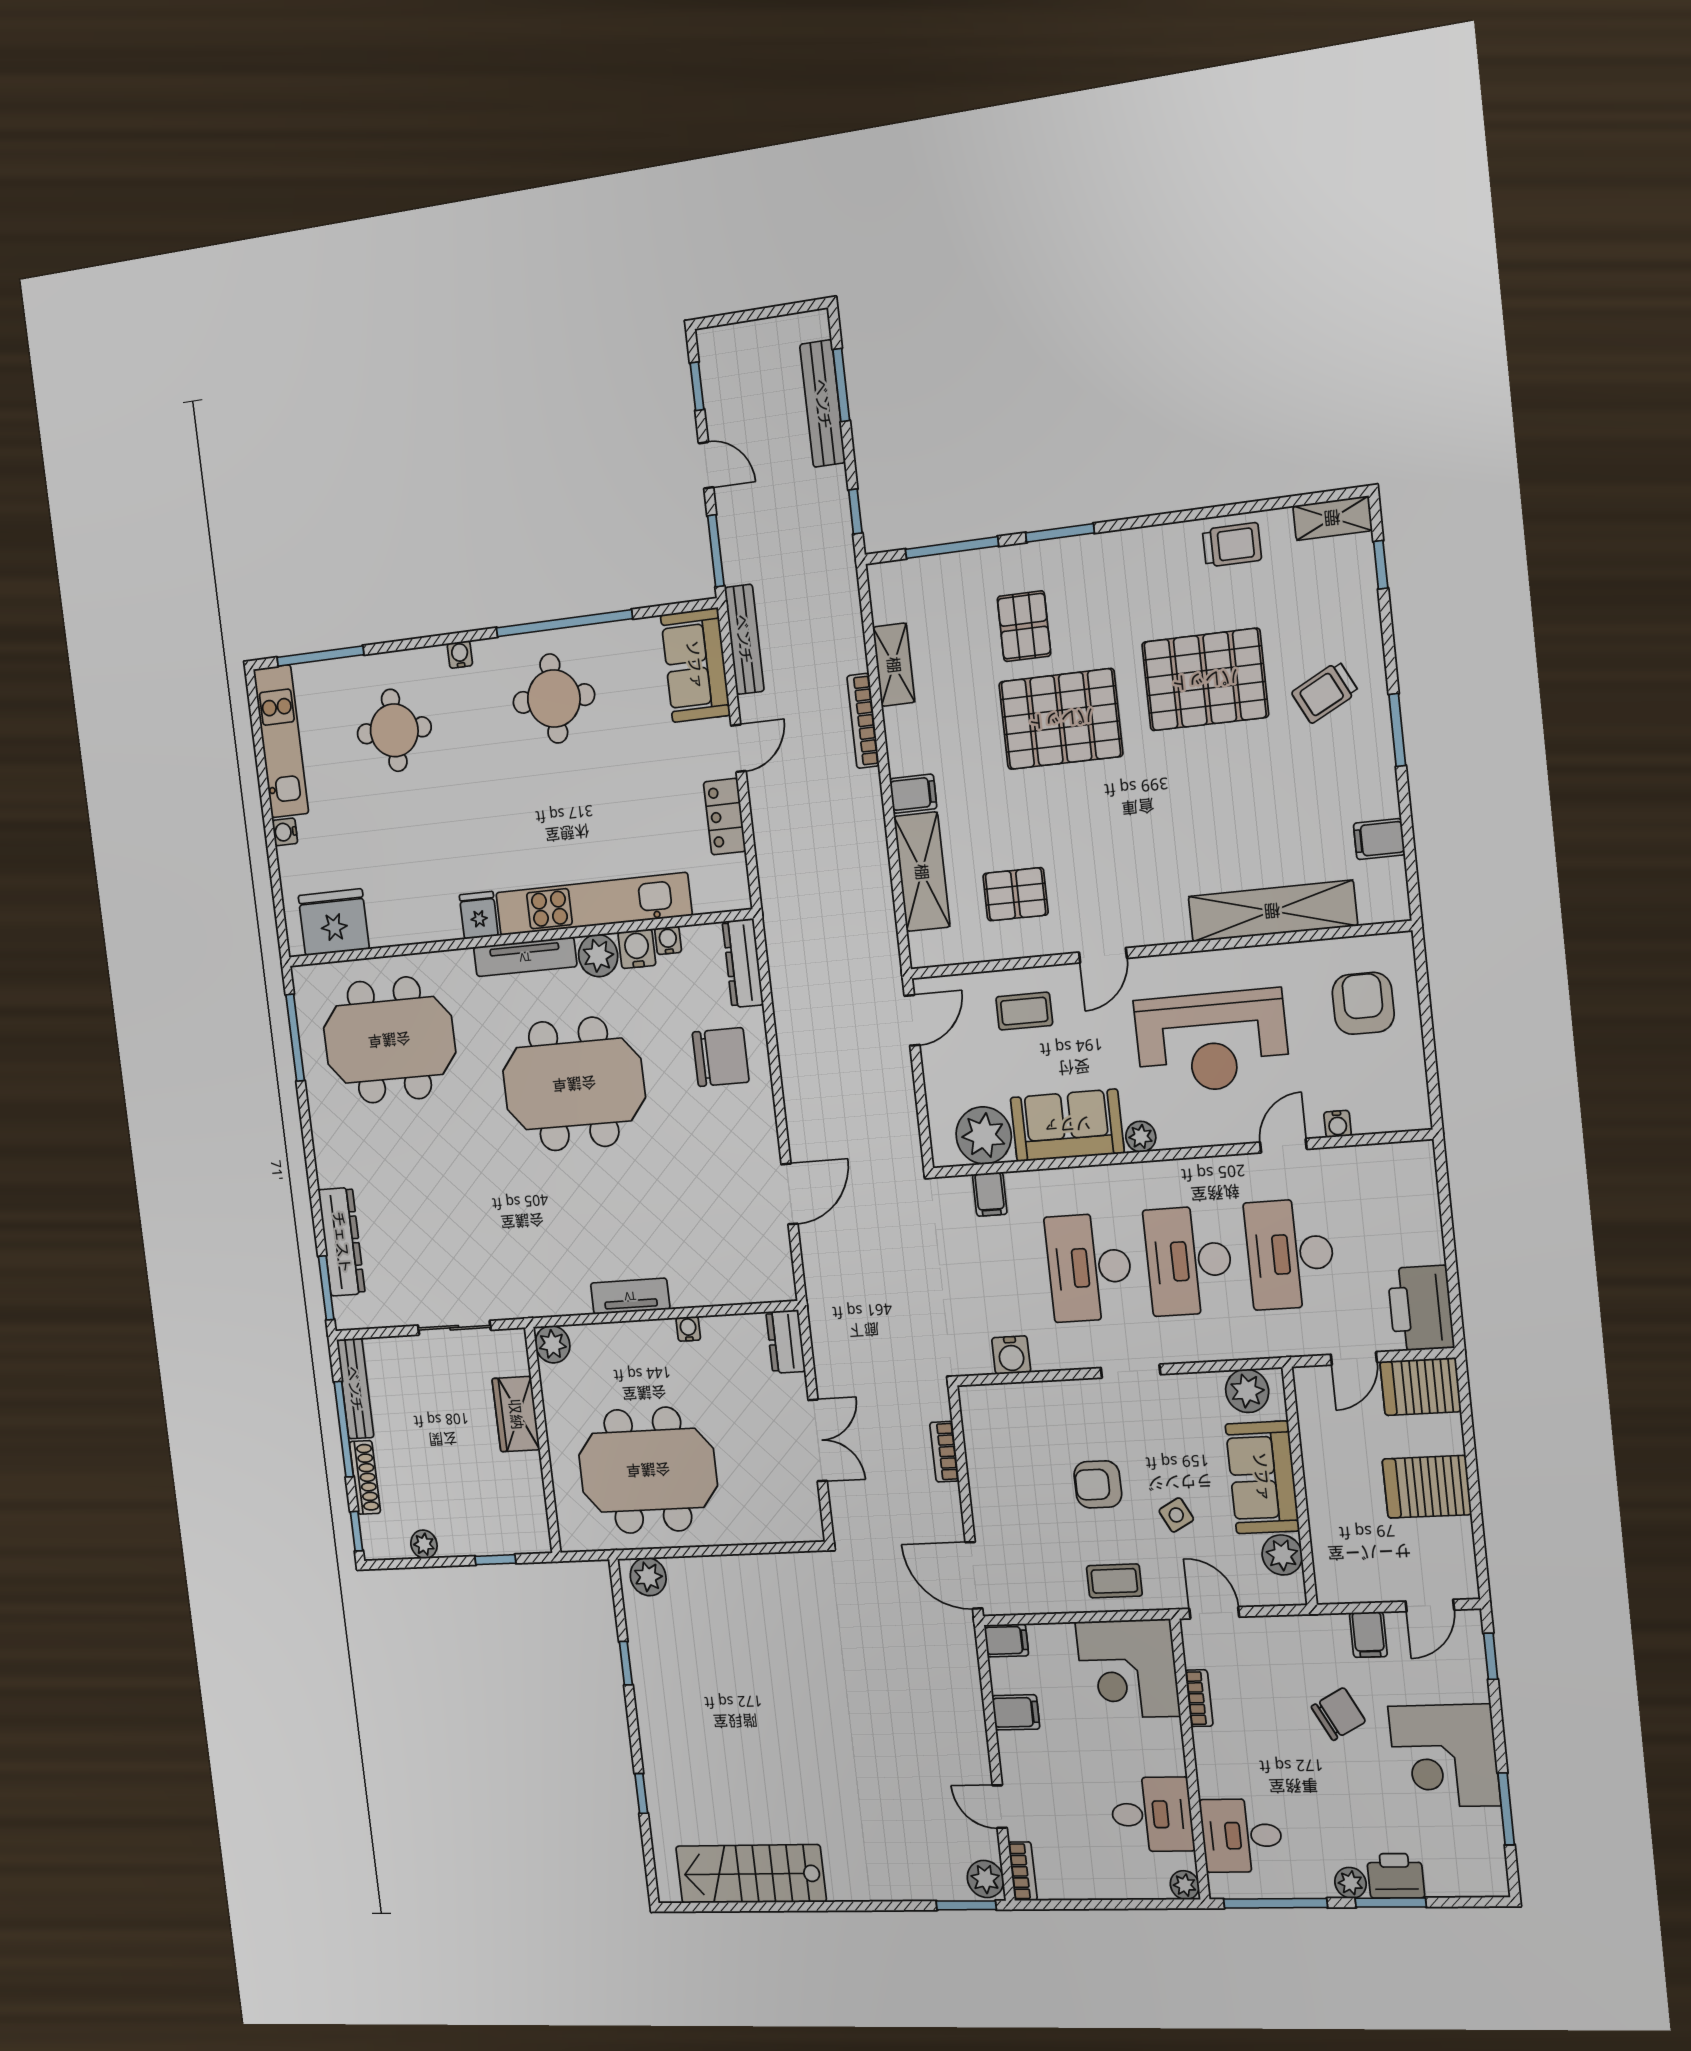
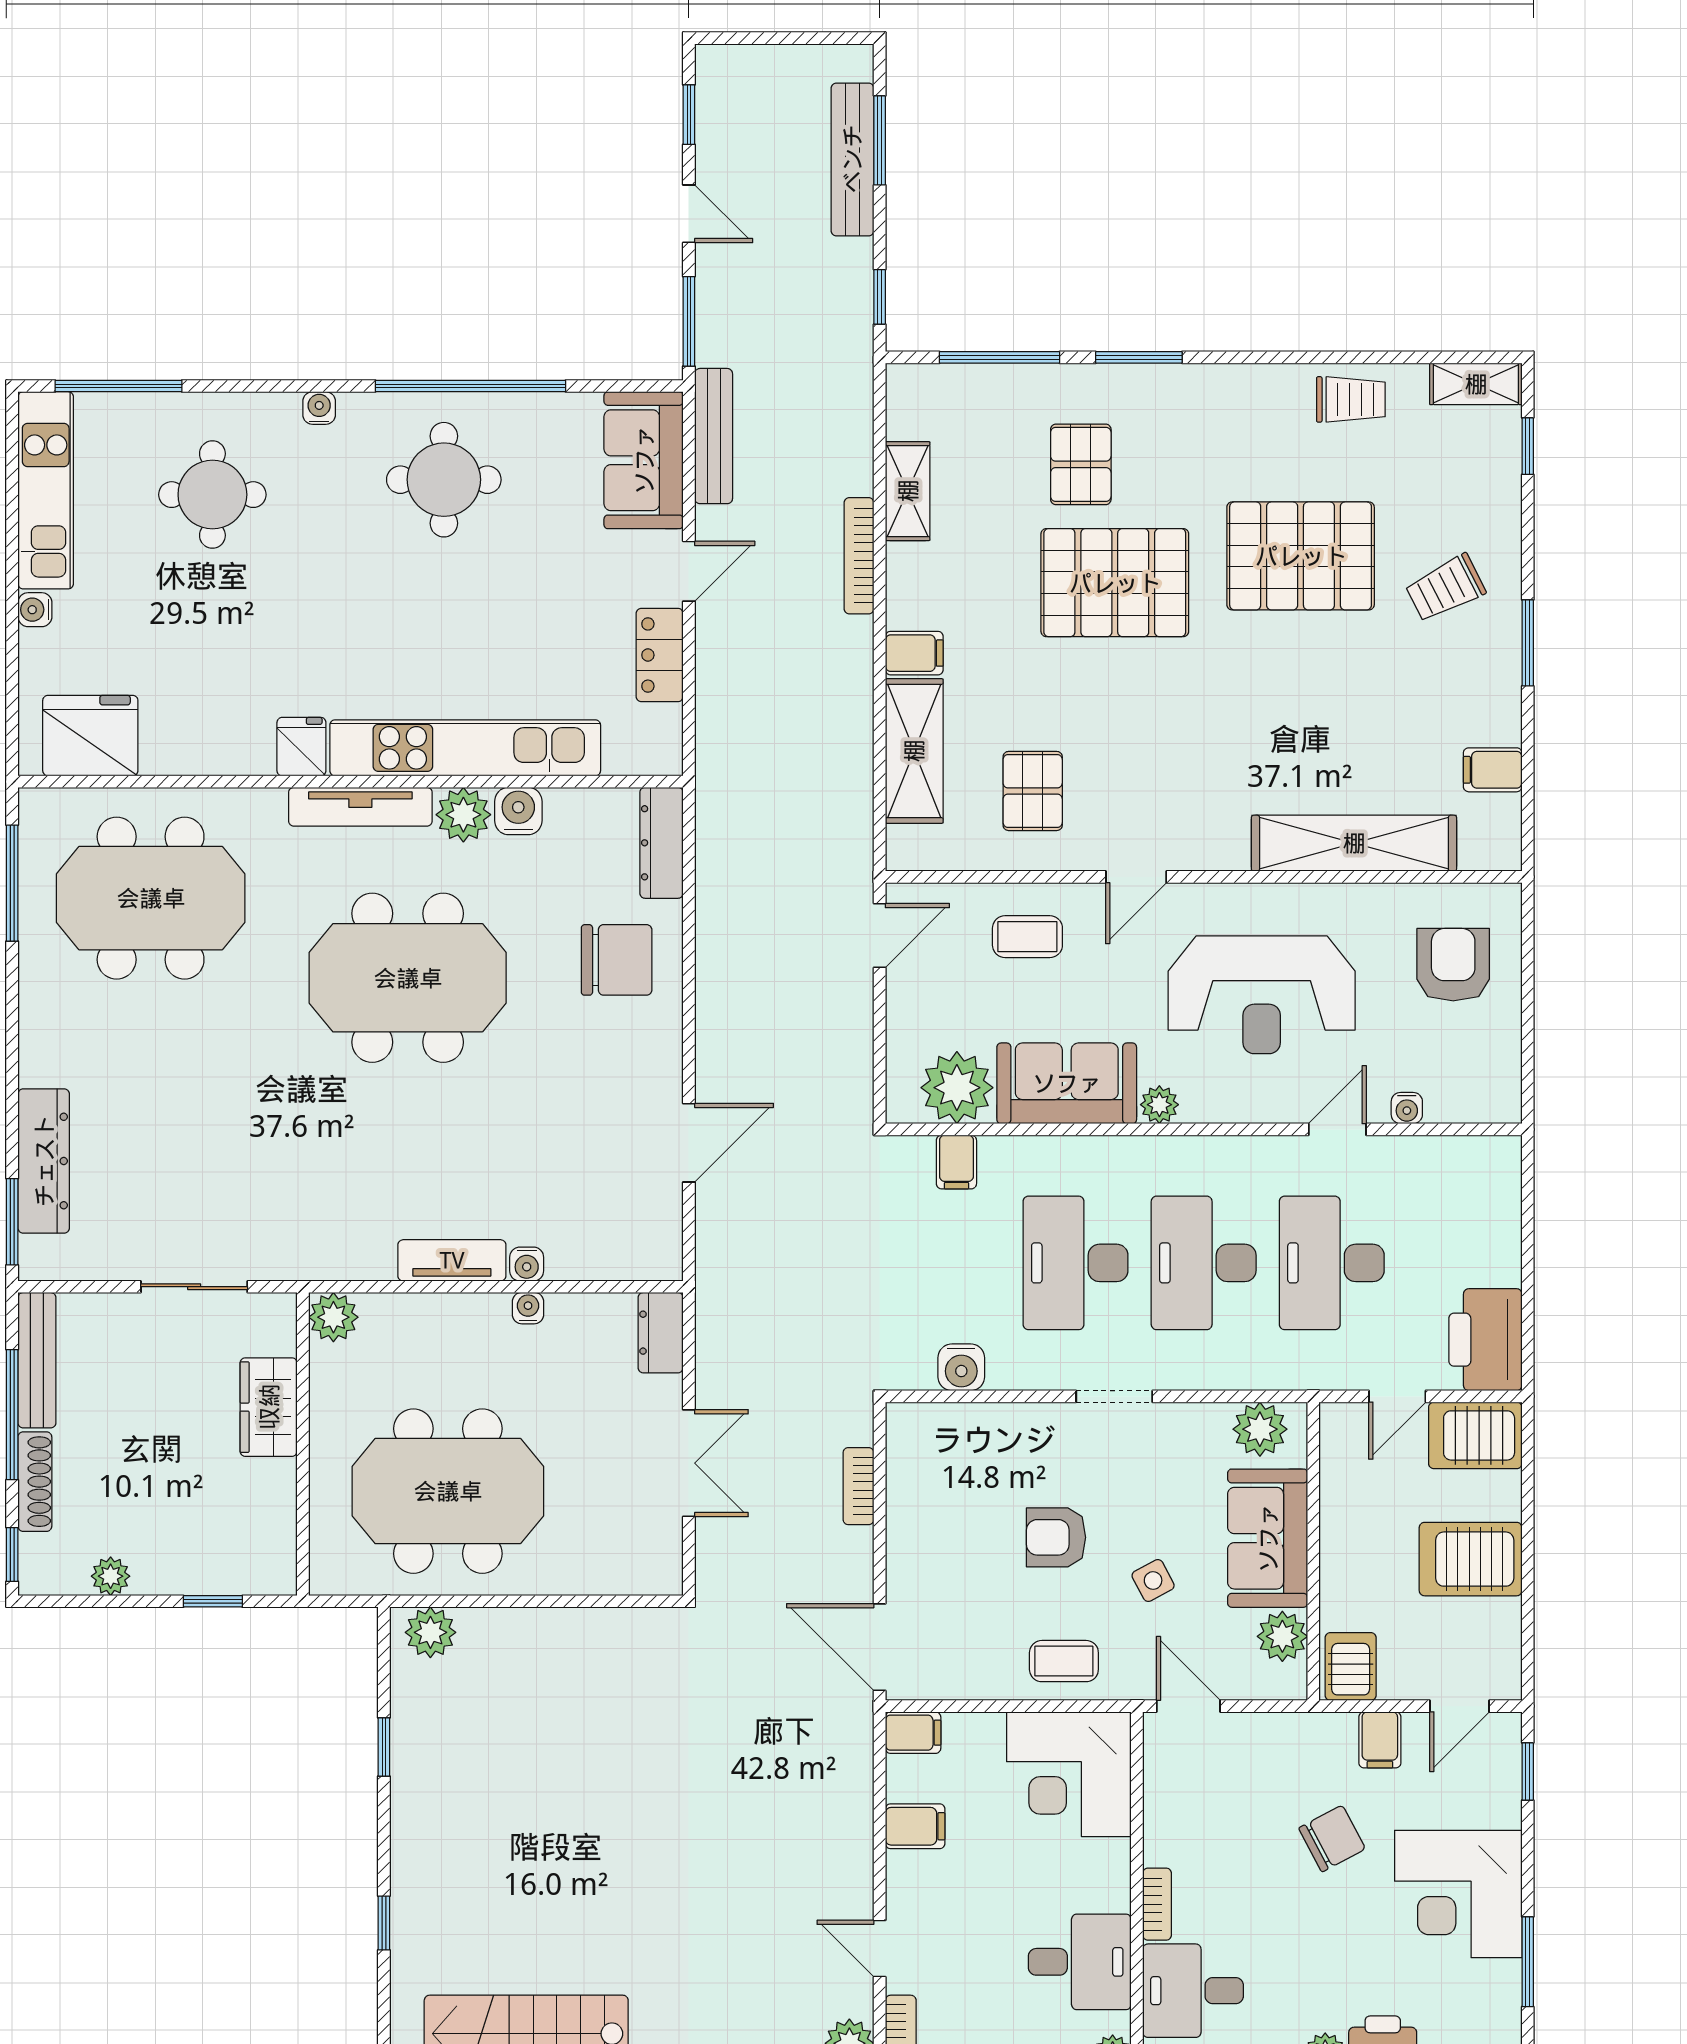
pallet: (1016, 894) -> (1033, 791), turned 90
water cooler: (668, 940) -> (527, 1264), moved, turned 180
server rack: (1339, 1577) -> (1351, 1666), added
bookcase: (1199, 1698) -> (1157, 1904), moved

